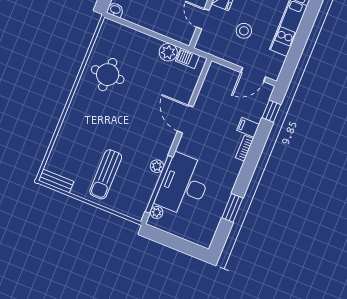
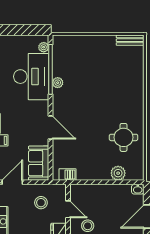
stool: (244, 31) -> (41, 203), moved
plant: (168, 52) -> (118, 173), moved
sofa: (215, 84) -> (39, 163), added
sun lounger: (106, 174) -> (94, 61), removed

